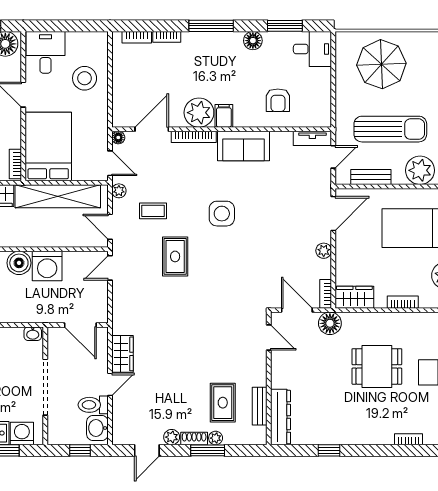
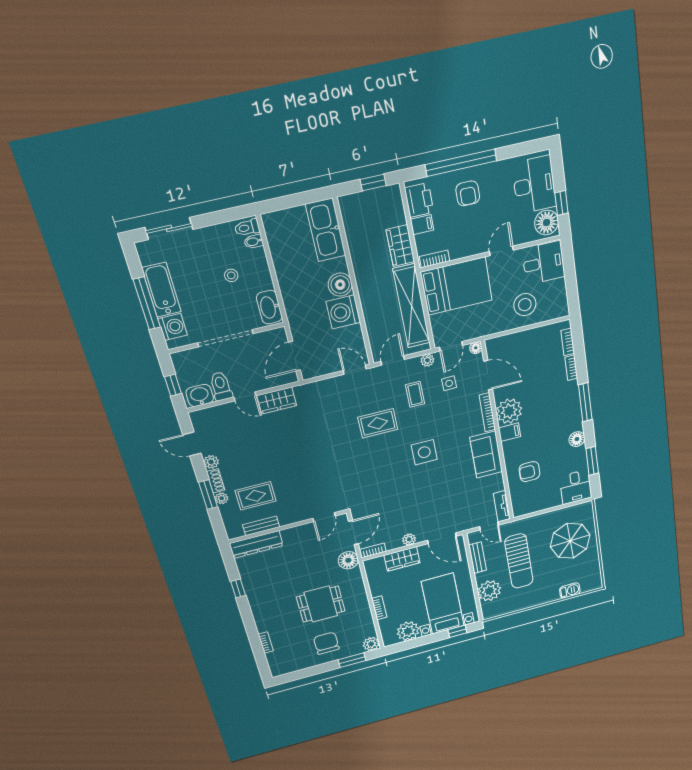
side table: (150, 173) -> (449, 383), added
wardrobe: (354, 297) -> (402, 559), moved, turned 90
washbasin: (33, 334) -> (269, 307), width x1.91, depth x1.45
dining table: (377, 366) -> (321, 604), turned 90

